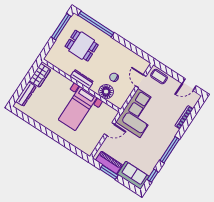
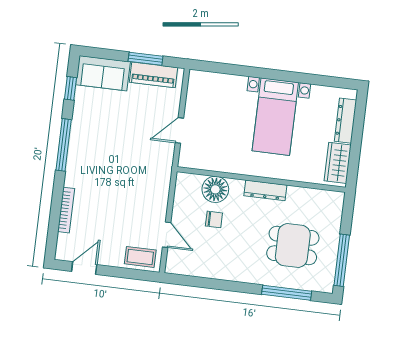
window: (96, 24) -> (287, 293), width x0.68
bed with nightstands: (78, 109) -> (275, 117), moved, turned 180
corner sofa: (139, 113) -> (144, 181), removed

